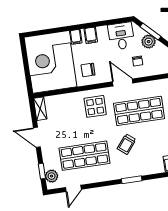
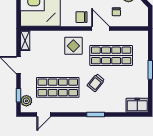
chair: (88, 70) -> (81, 17), moved

